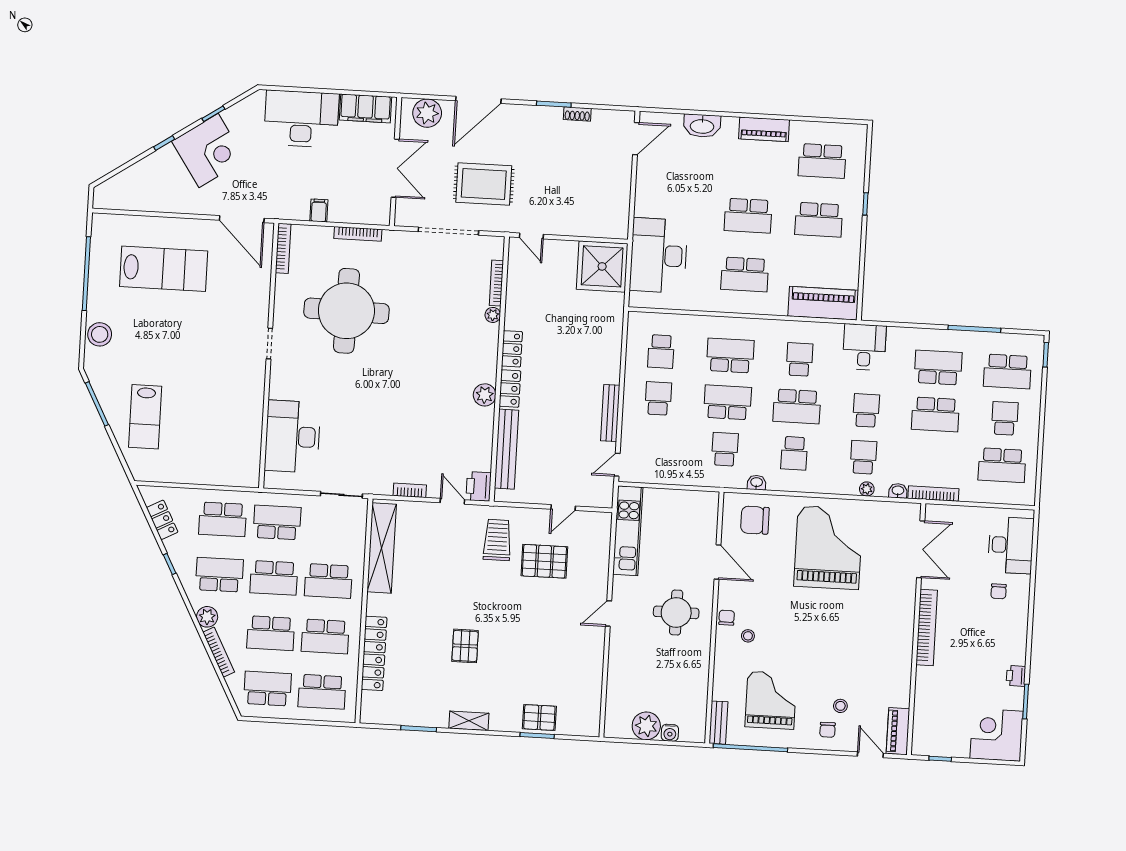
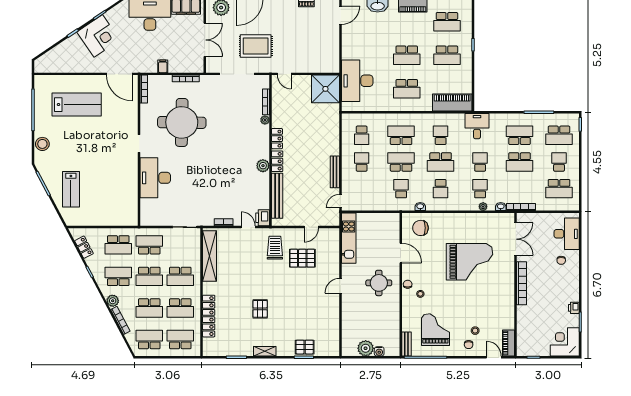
desk: (293, 436) -> (155, 178), moved
grand piano: (828, 548) -> (470, 262), moved, turned 90
school desk: (322, 692) -> (180, 340), turned 180

